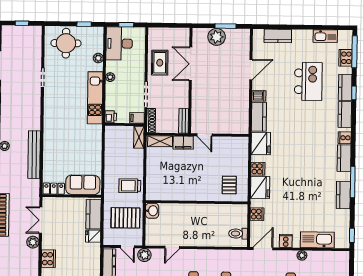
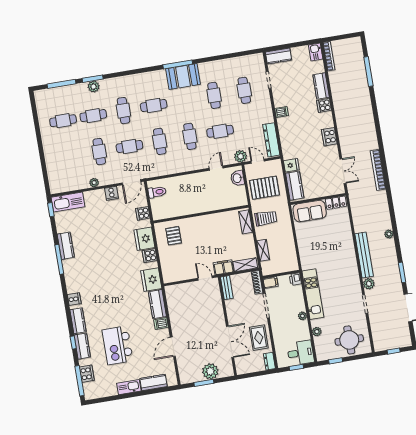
dresser: (153, 36) -> (269, 361), added
kitchen sink: (325, 36) -> (129, 387), moved
desk: (119, 44) -> (300, 353), width x0.73
shelving: (139, 137) -> (263, 250), moved
bench: (34, 155) -> (364, 255), moved
kitchen counter: (344, 158) -> (71, 280), removed
shelving: (152, 186) -> (246, 222), added
washbasin: (152, 211) -> (237, 178), moved
kitchen sink: (317, 240) -> (68, 202), moved
plant: (33, 242) -> (369, 284), moved

